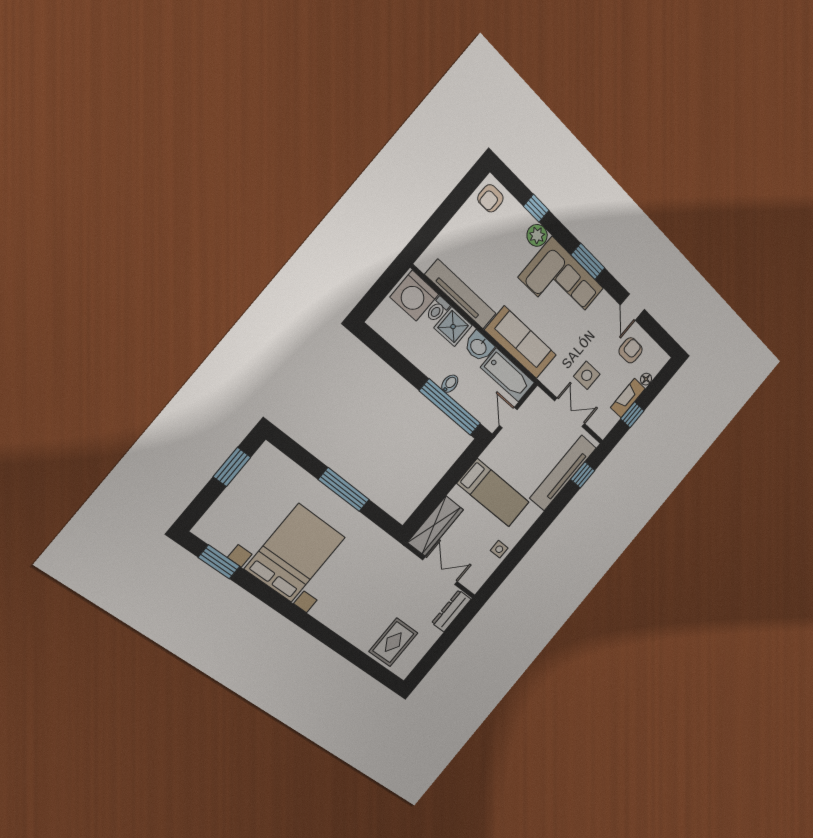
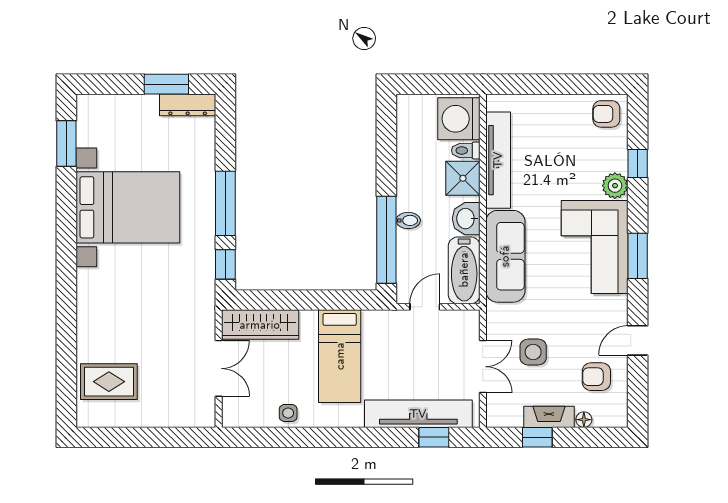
armchair: (631, 350) -> (596, 377), turned 180
window: (382, 519) -> (225, 264), added
dresser: (451, 611) -> (188, 105), moved, turned 180

